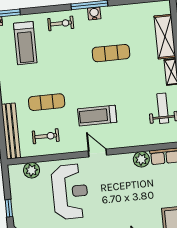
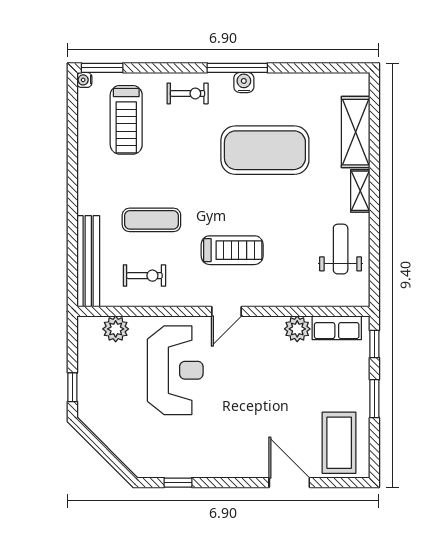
exercise mat: (111, 53) -> (265, 150), width x2.00, depth x1.45
treadmill: (97, 116) -> (232, 250), turned 180
door: (98, 153) -> (227, 311), swing flipped

